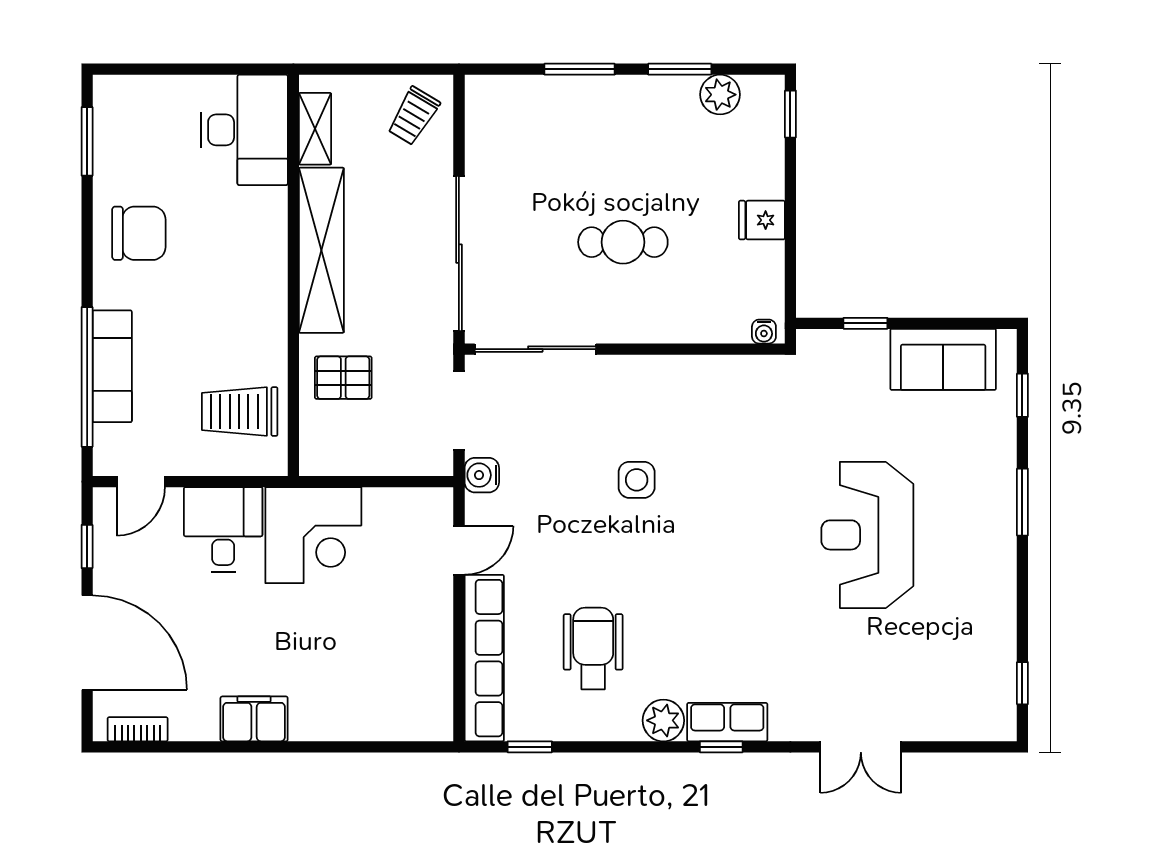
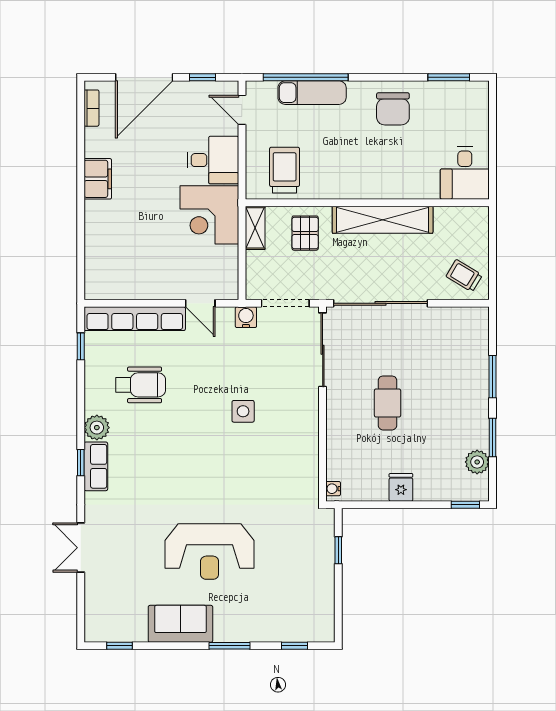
shelving: (315, 129) -> (255, 228), moved, turned 90
desk: (244, 130) -> (465, 173), width x0.73
sofa: (943, 359) -> (180, 624), moved, turned 90
reception desk: (867, 535) -> (210, 552), turned 180

